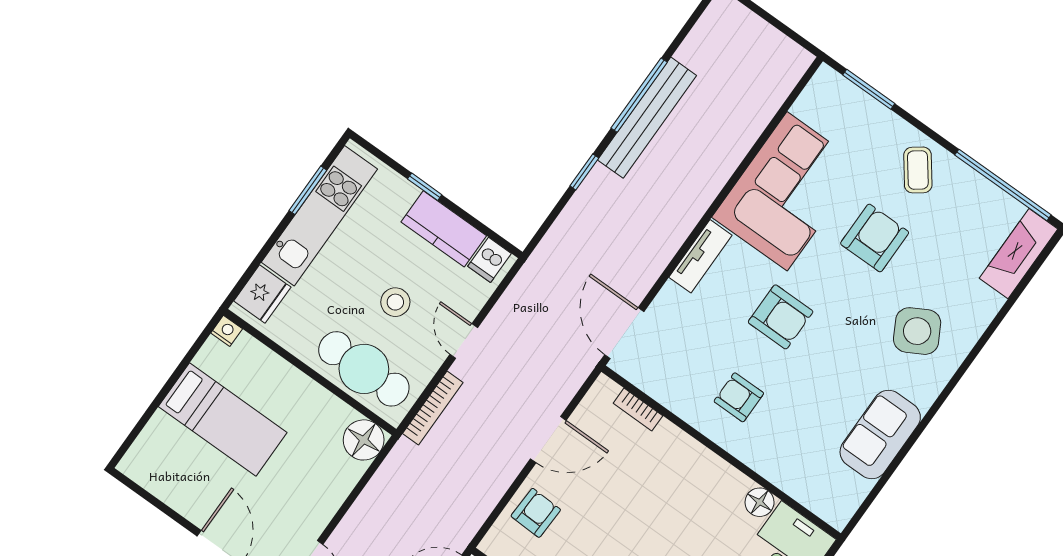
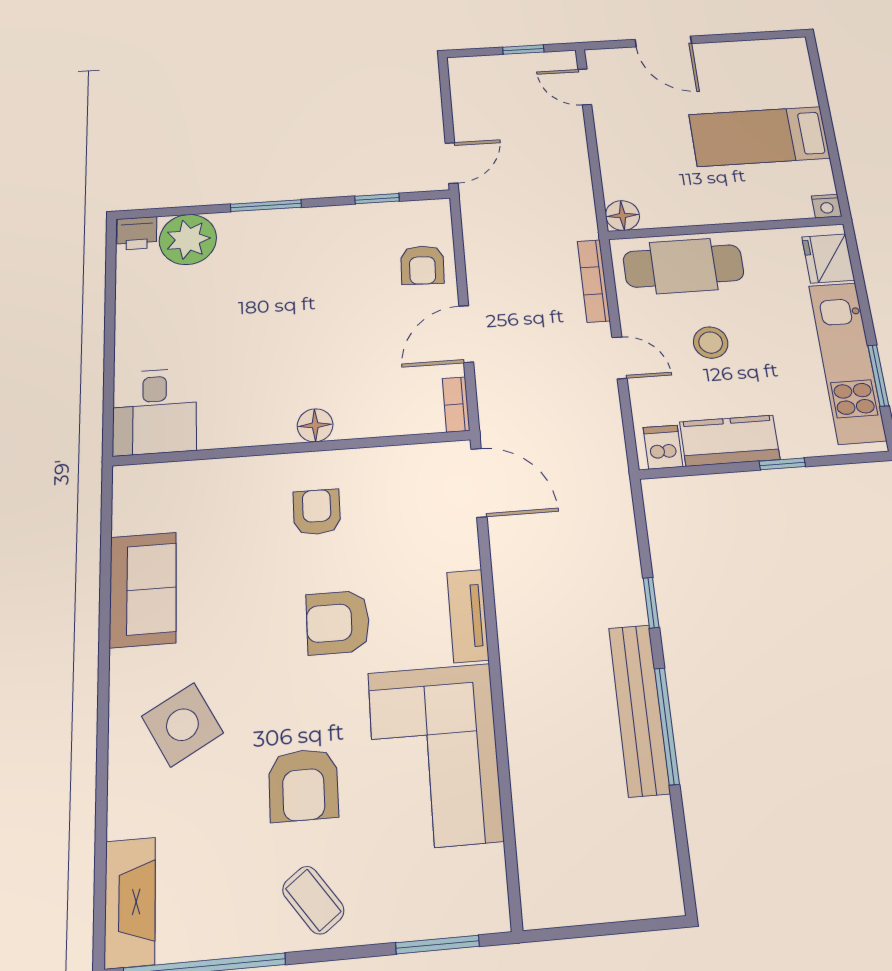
armchair: (739, 397) -> (317, 512), turned -90
bookcase: (638, 409) -> (456, 404), moved, turned -90
floor lamp: (364, 440) -> (622, 215), width x0.73, depth x0.73
floor lamp: (760, 502) -> (315, 425), moved

